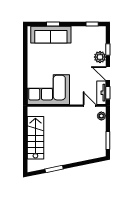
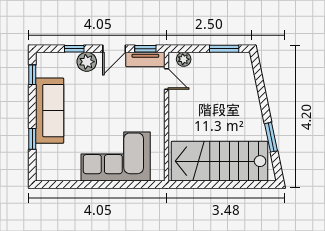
sofa: (51, 35) -> (50, 111), moved
corner sofa: (48, 90) -> (116, 156), moved, turned 90
door: (89, 106) -> (167, 79), swing flipped
stairs: (35, 138) -> (220, 161), width x1.36, depth x1.51

